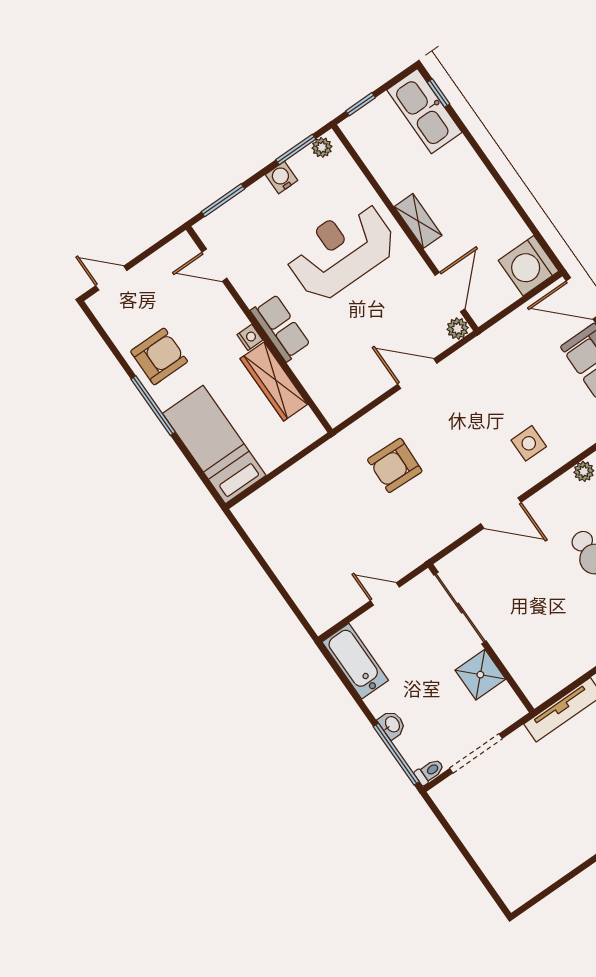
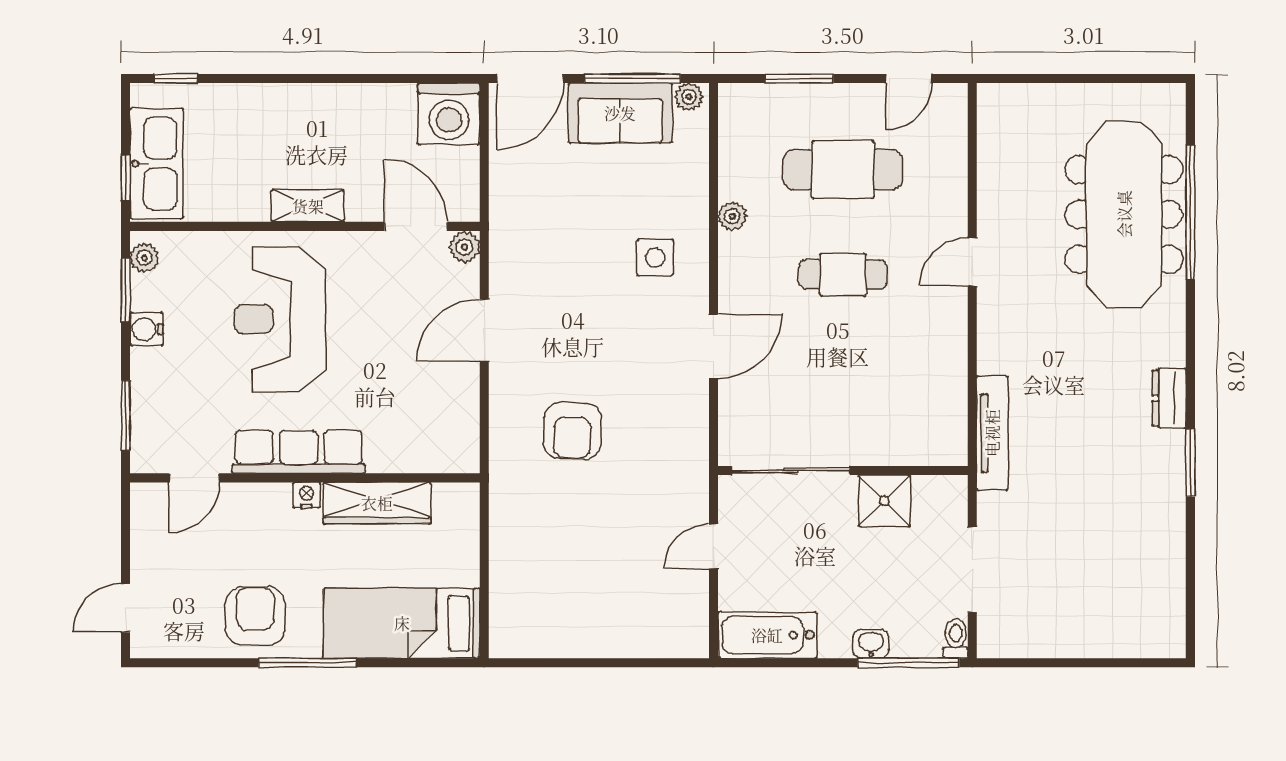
kitchen sink: (424, 111) -> (157, 164), moved, turned -90
row of seats: (281, 328) -> (299, 452), width x1.48

